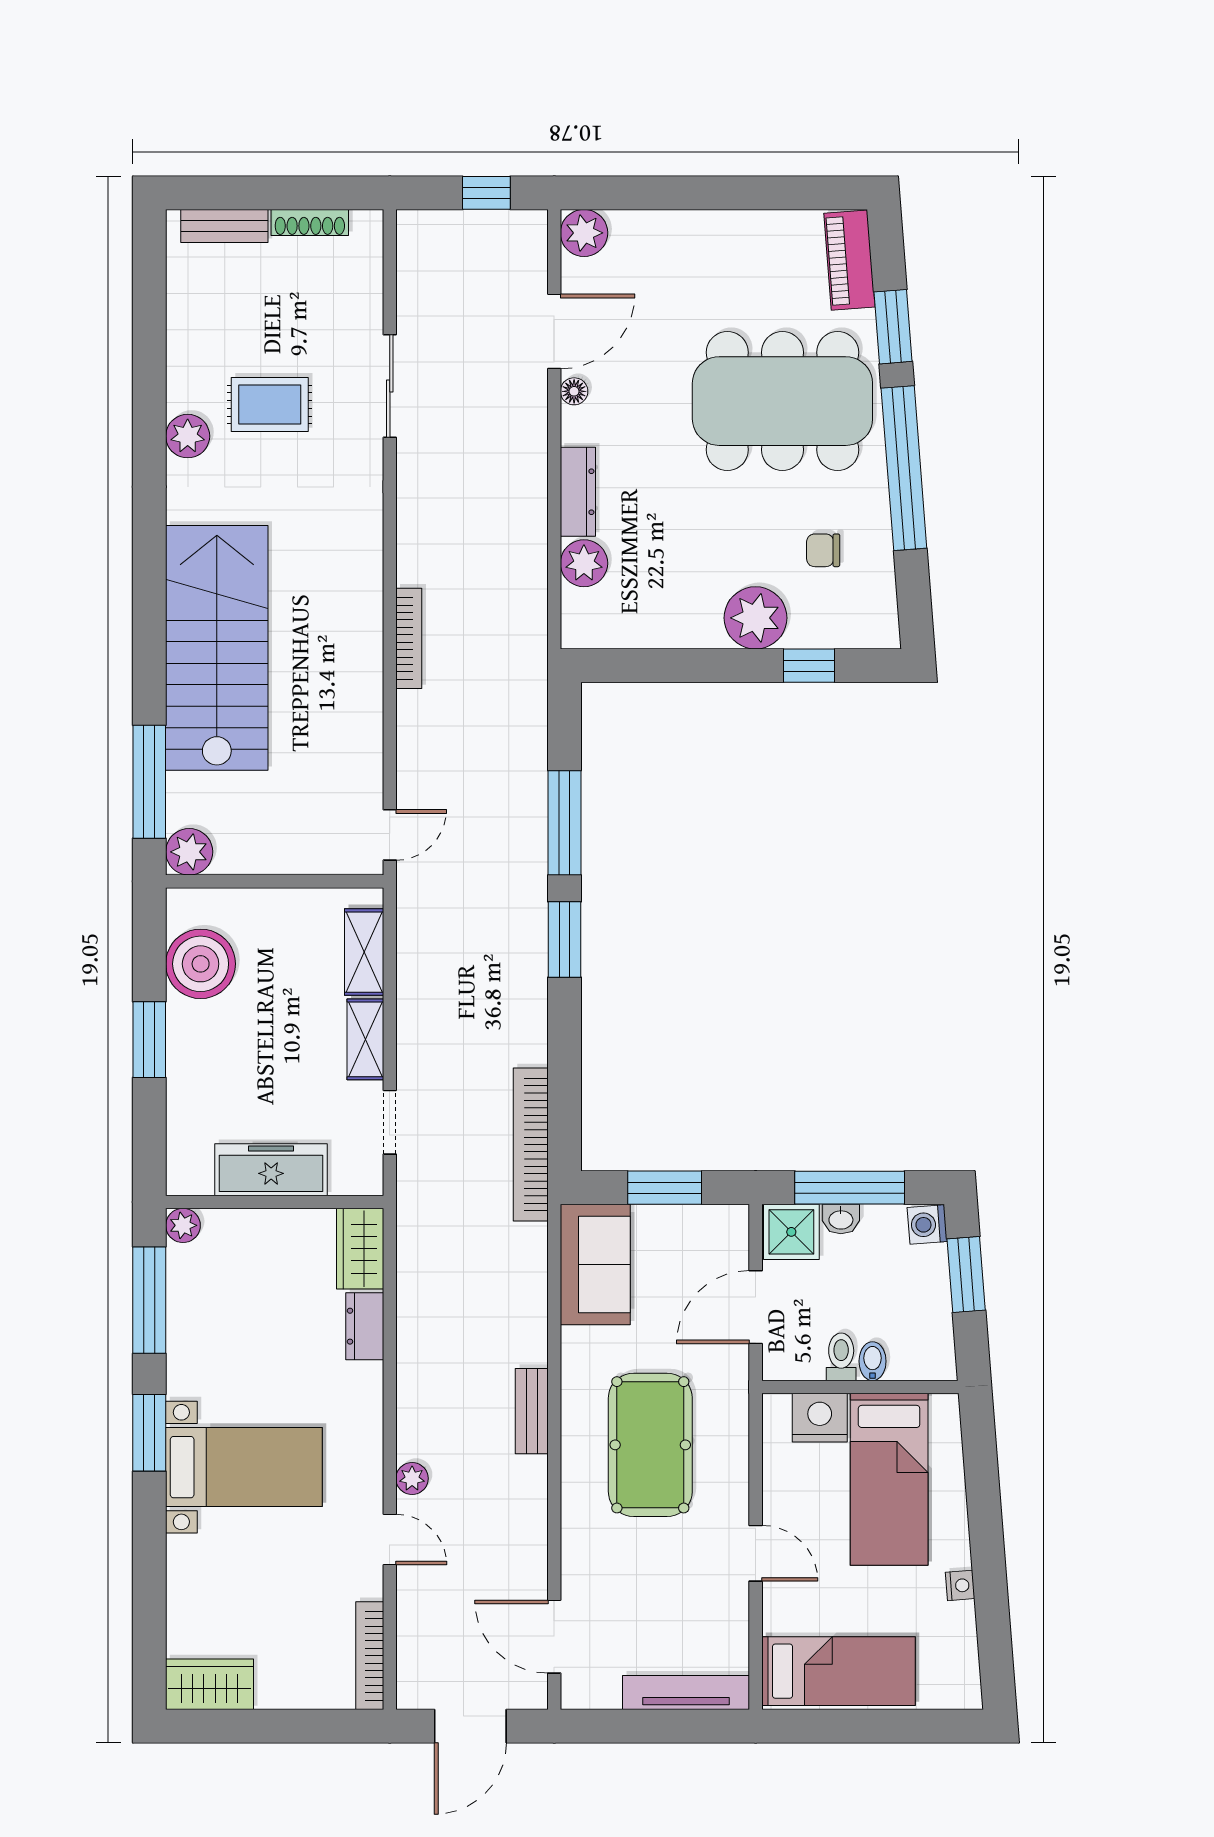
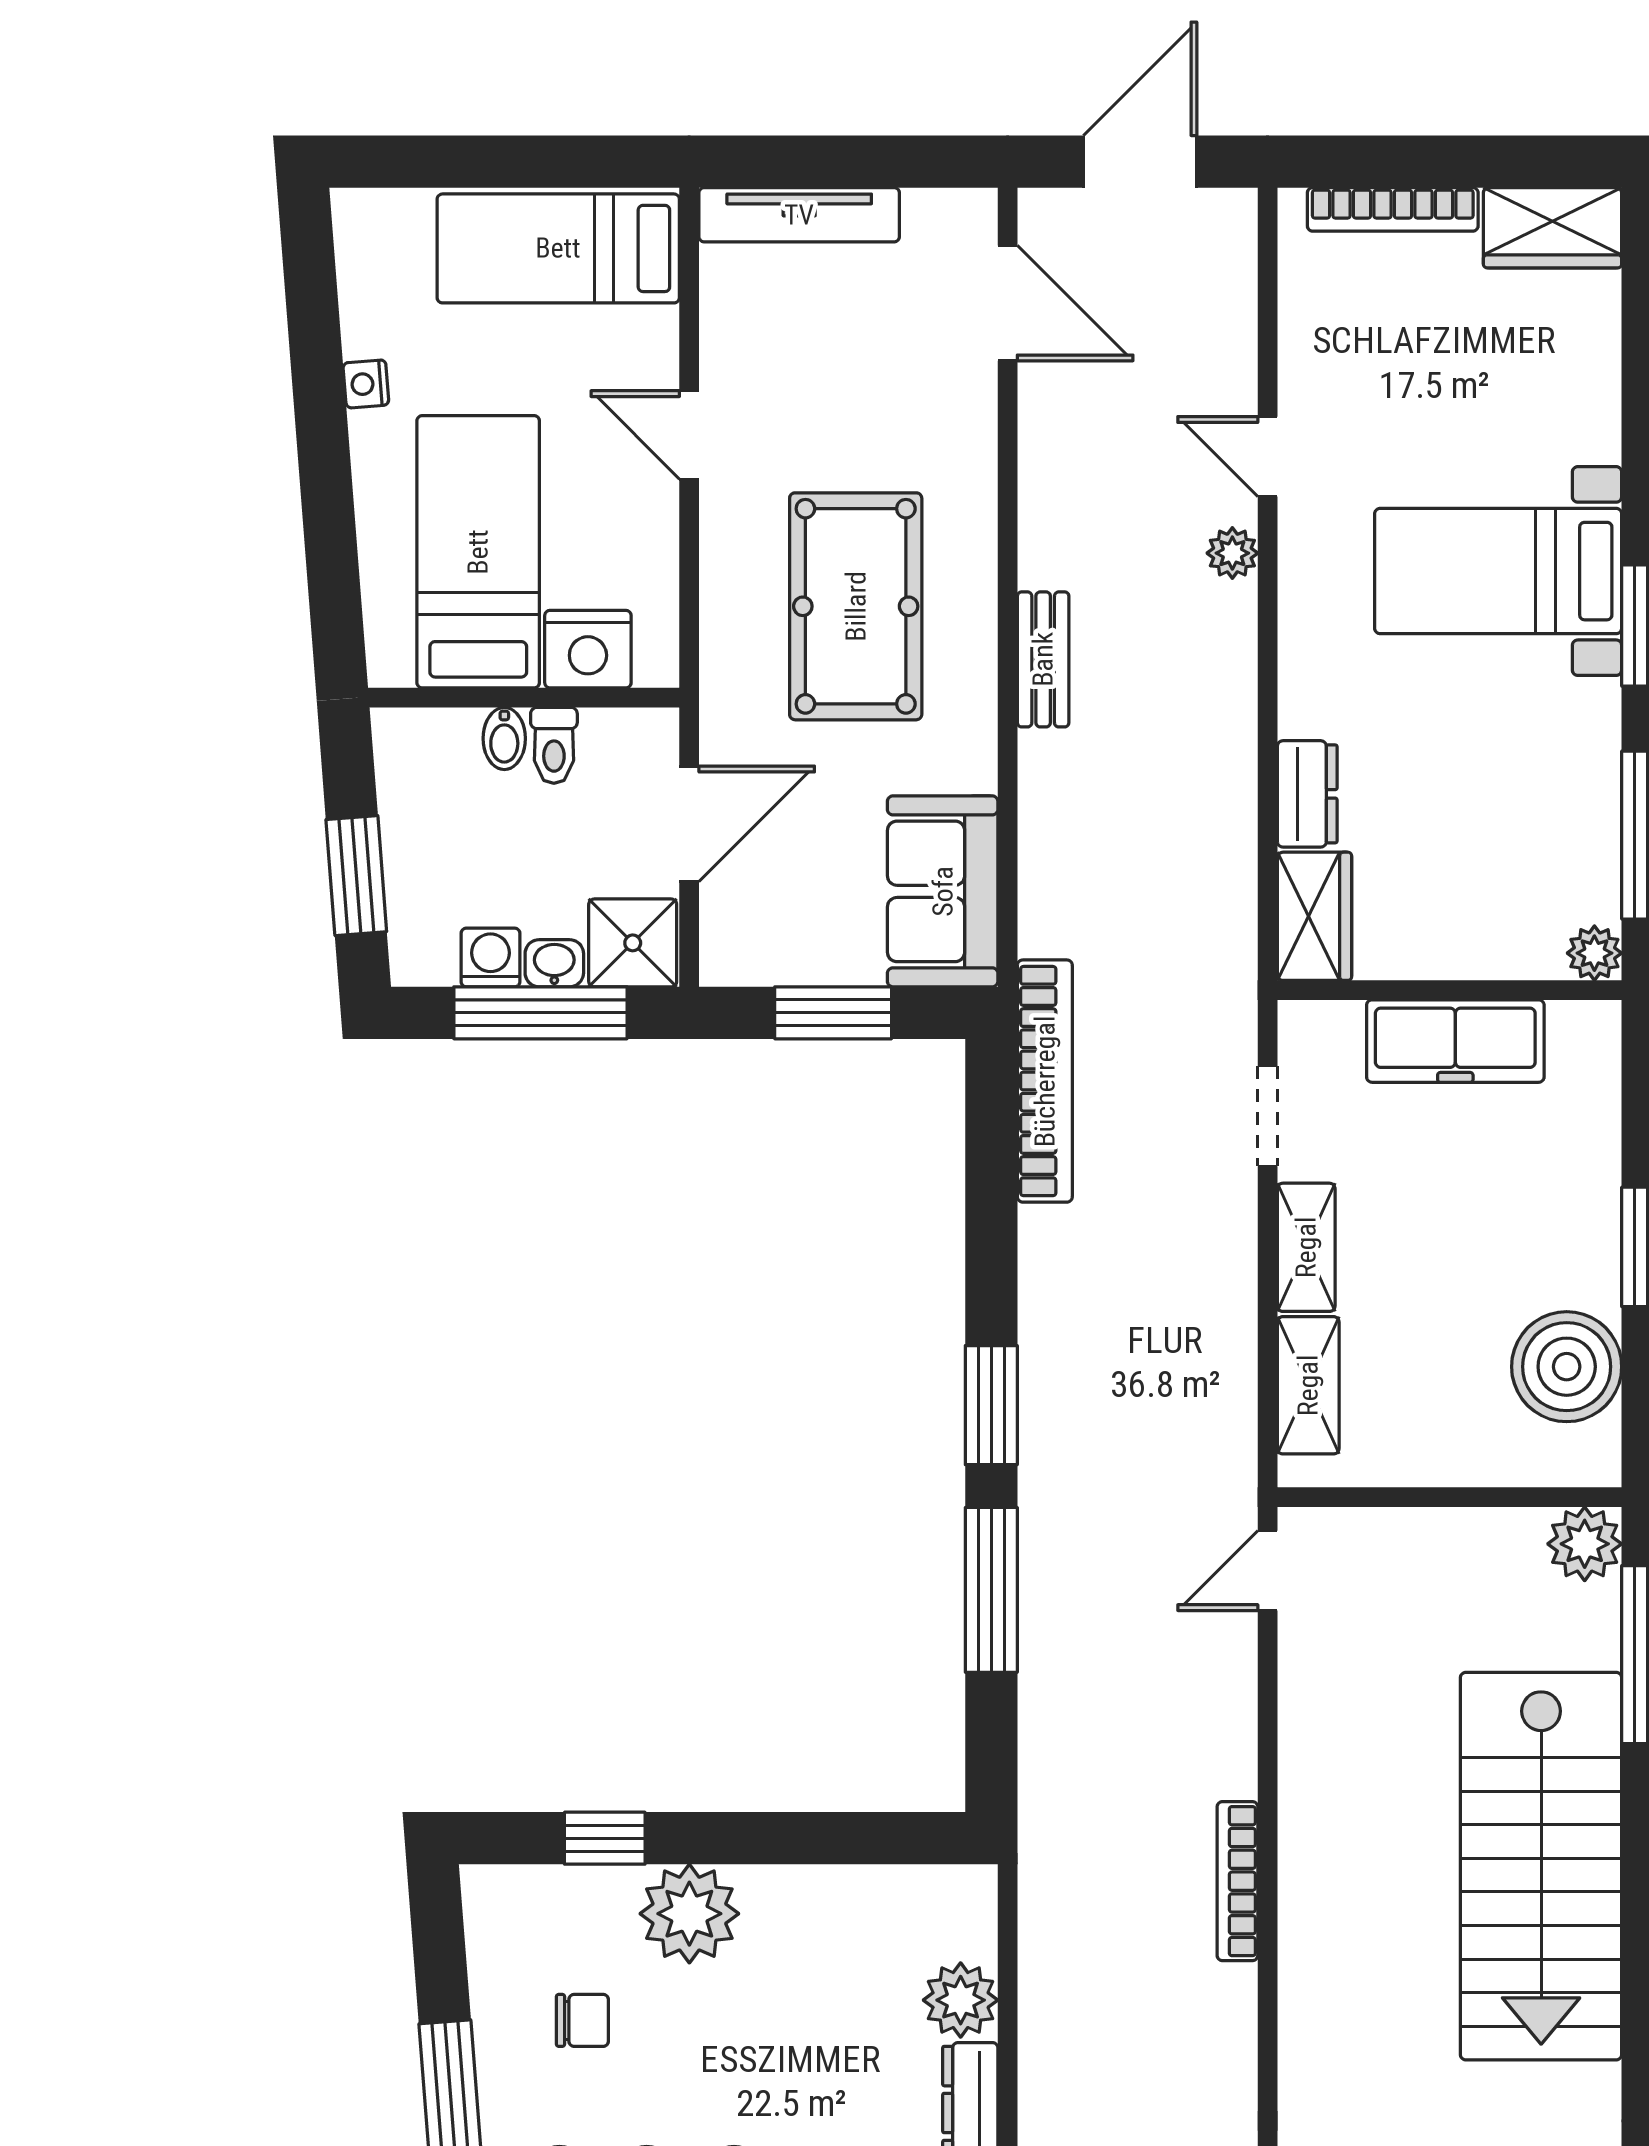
washing machine: (927, 1225) -> (490, 957), moved, turned -86
bookcase: (370, 1656) -> (1393, 209), moved, turned 90

